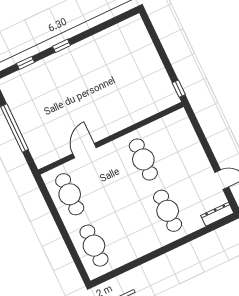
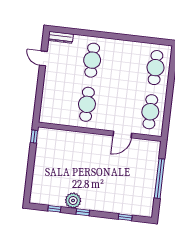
window: (108, 24) -> (54, 209), added
window: (62, 46) -> (83, 212), moved
plant: (93, 46) -> (73, 201), added

